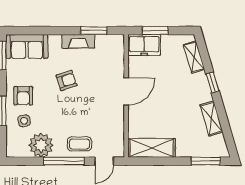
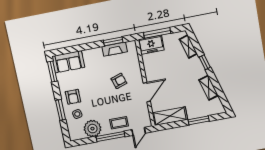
window: (155, 31) -> (157, 33), width x1.44
fireplace: (78, 41) -> (115, 49), moved
armchair: (66, 80) -> (119, 81), moved
door: (126, 91) -> (147, 92), moved
window: (206, 161) -> (199, 120), moved

